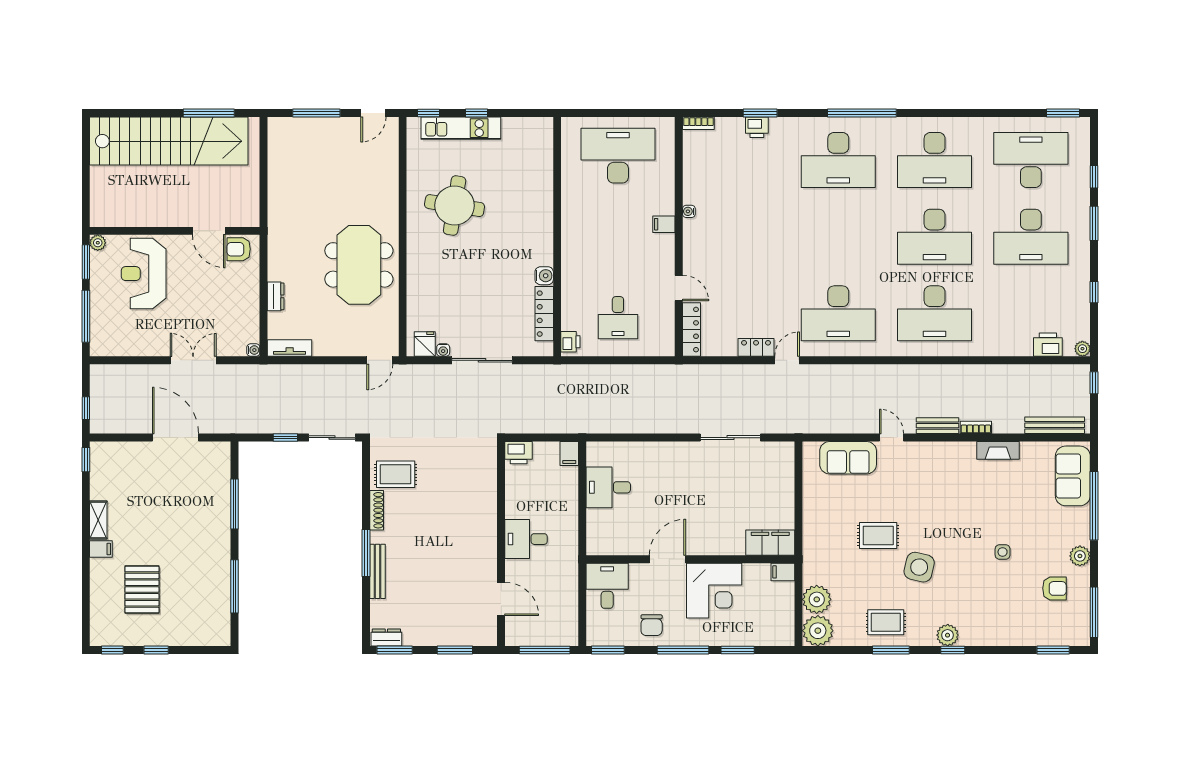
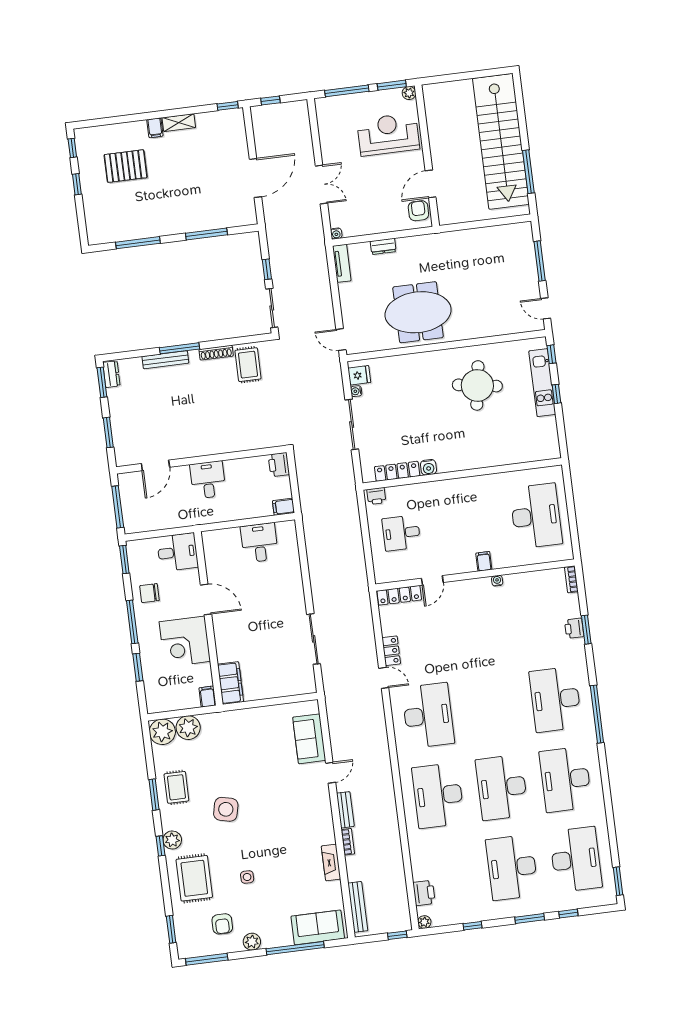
desk: (838, 313) -> (428, 715), turned 180
rug: (878, 535) -> (194, 878), moved, width x1.36, depth x1.43

